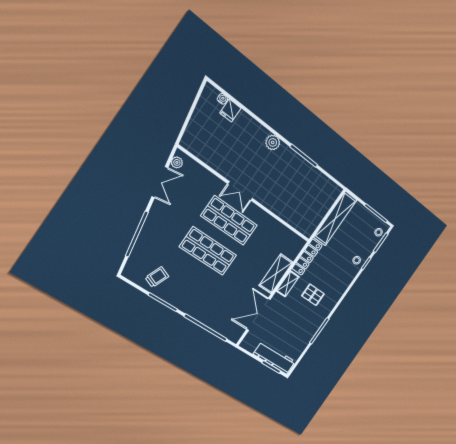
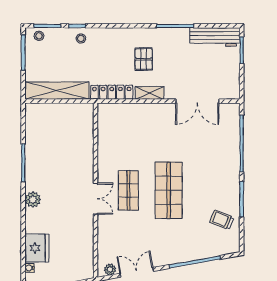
fridge: (230, 111) -> (37, 248), width x1.88, depth x1.34
shop shelf: (229, 221) -> (128, 190), width x0.70, depth x0.74
shelving: (276, 274) -> (148, 112), removed
workbench: (274, 358) -> (215, 37), moved, turned -90

